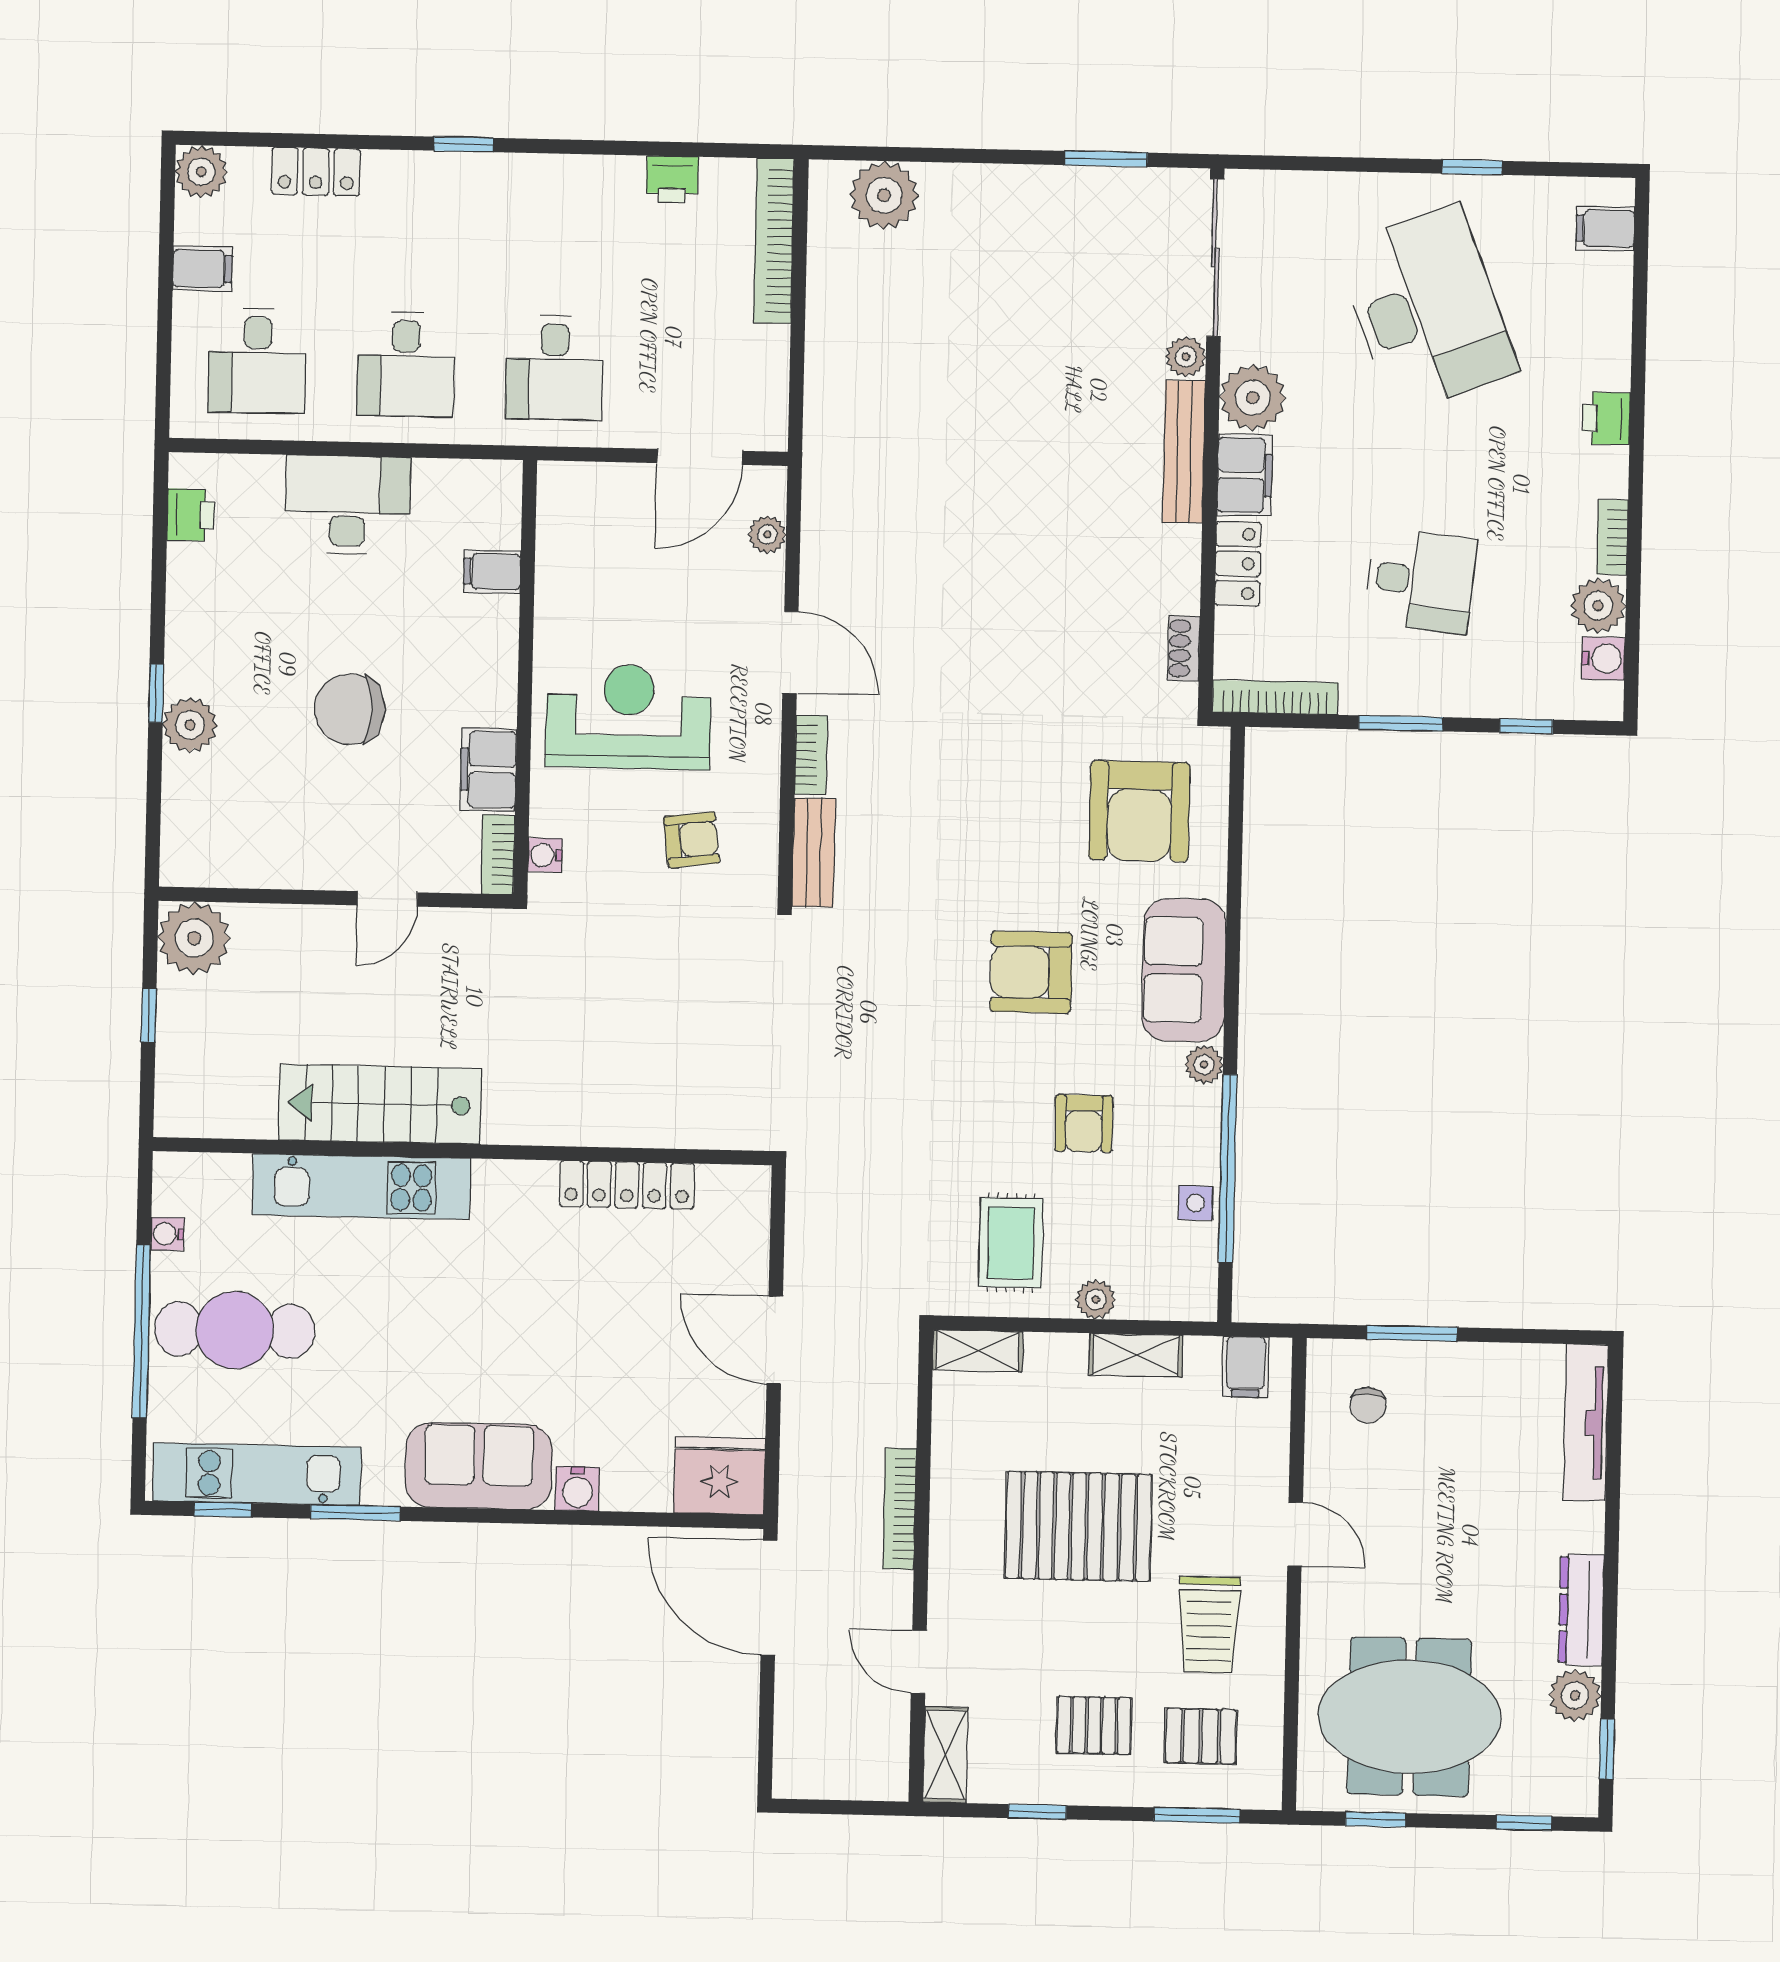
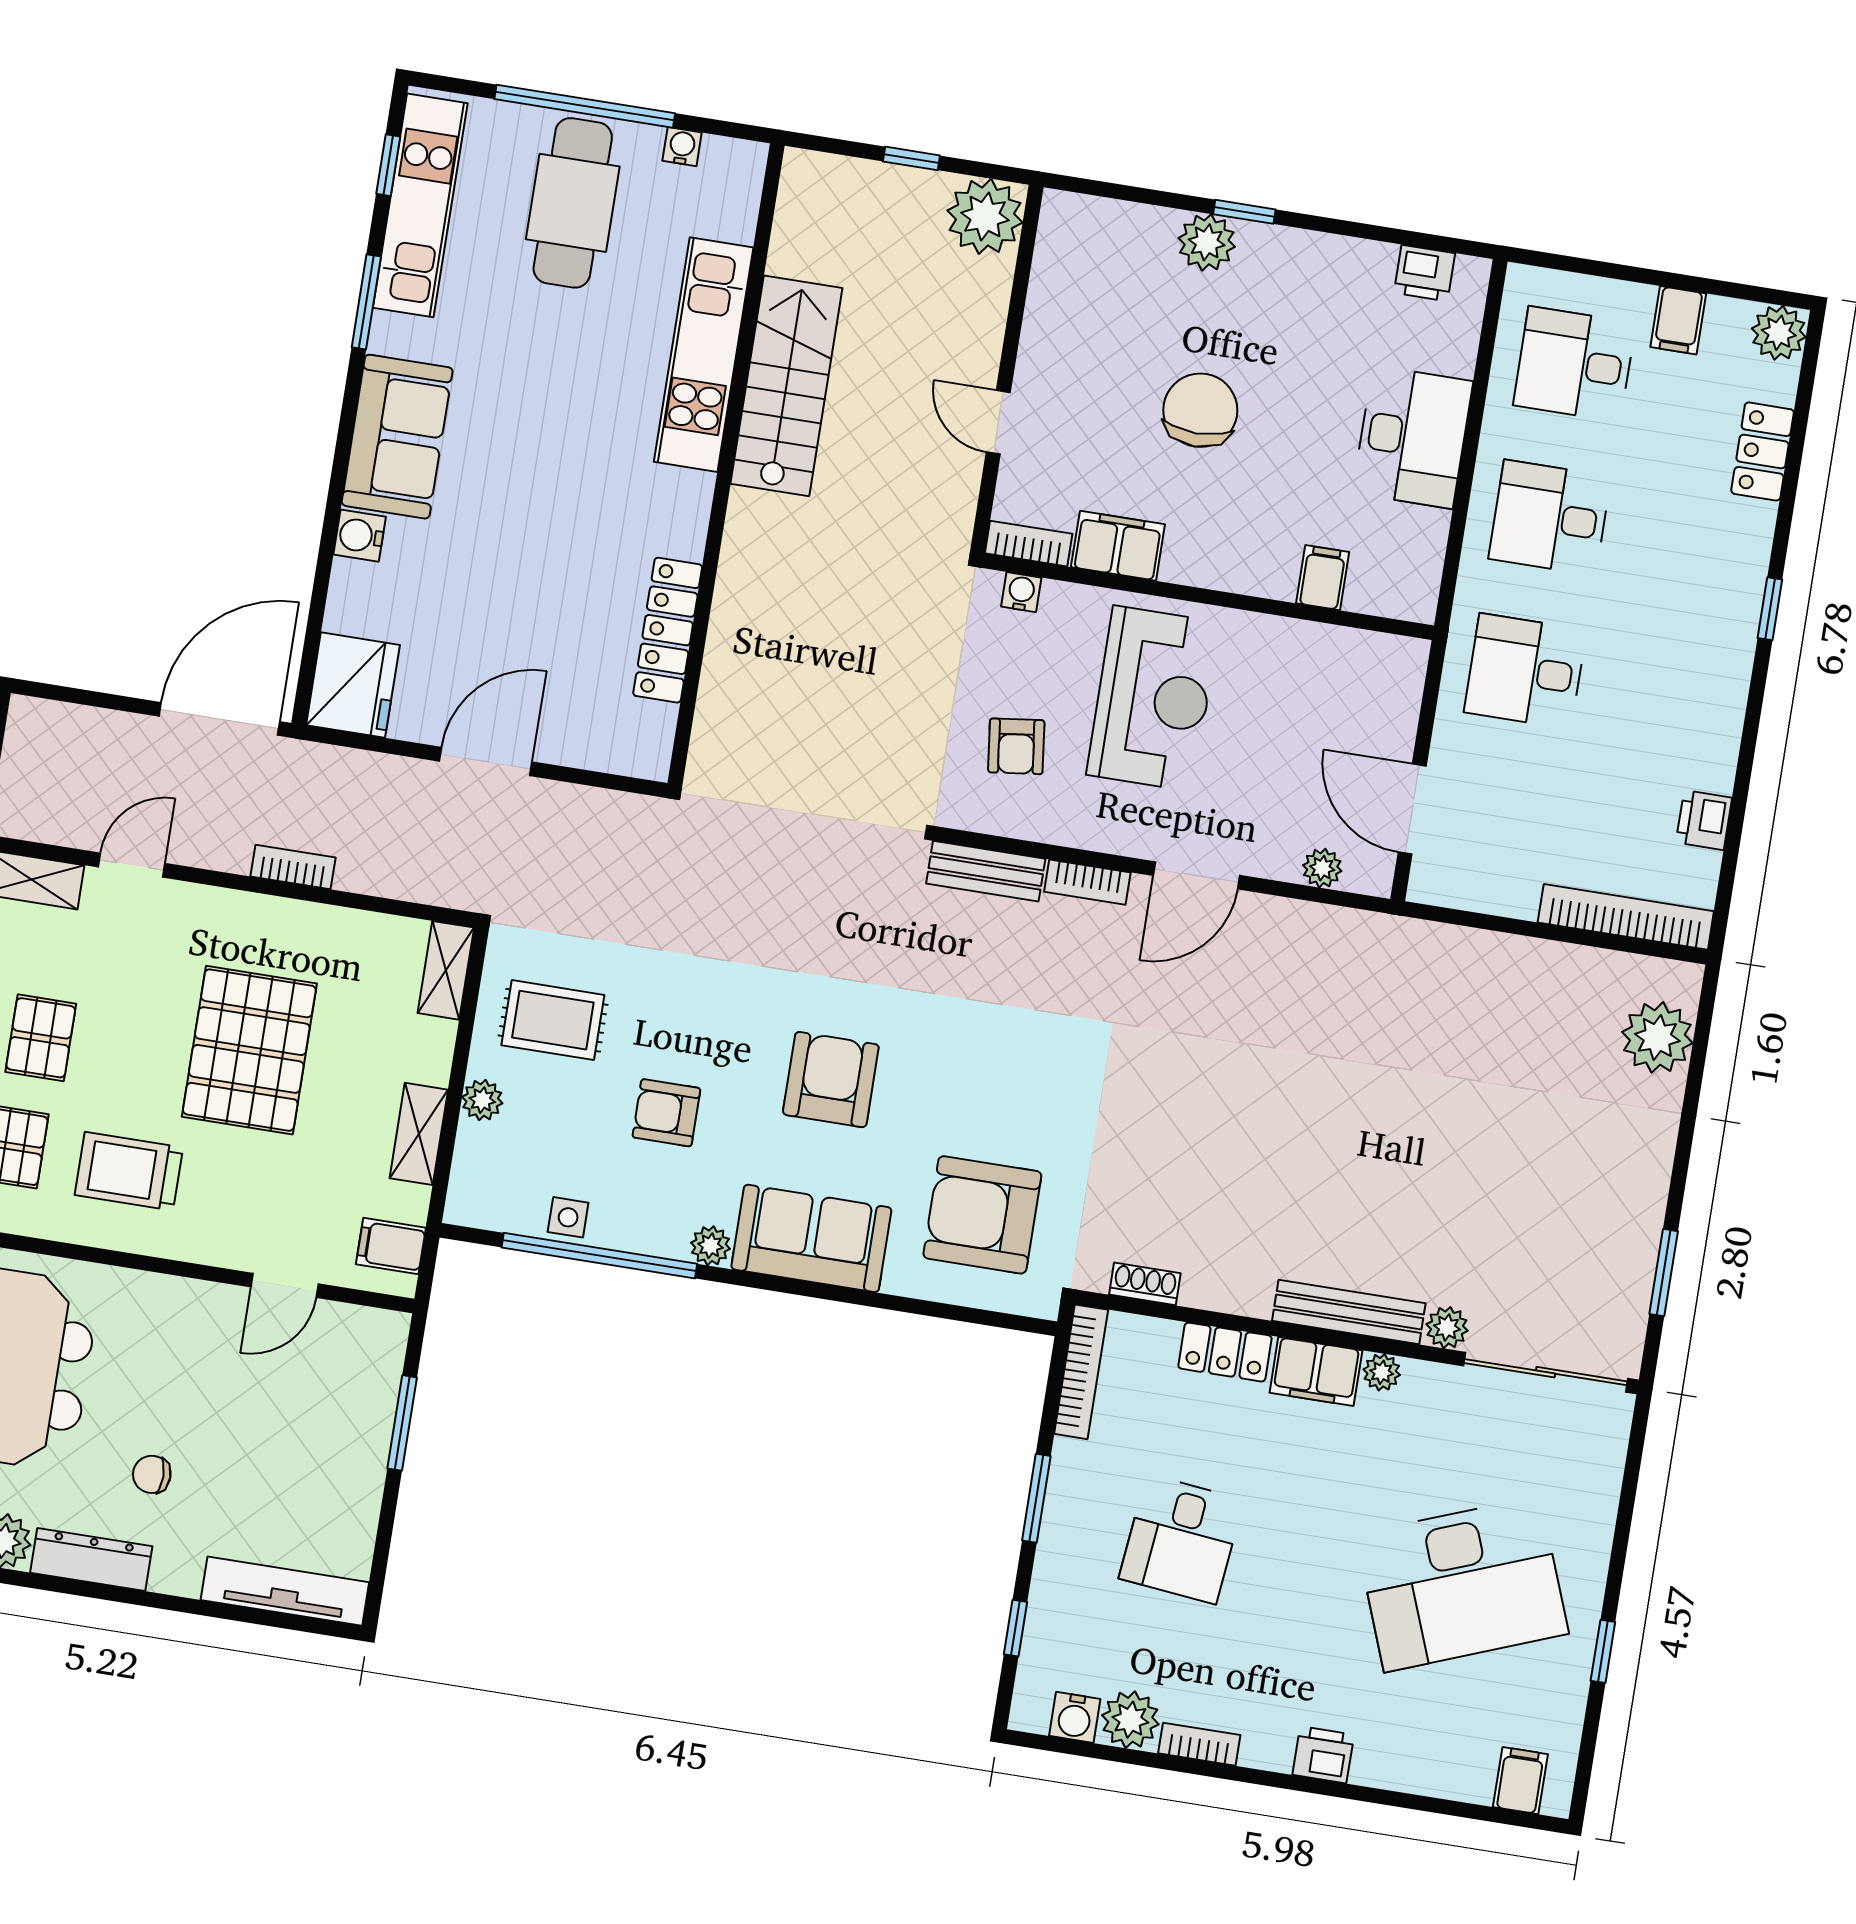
plant: (1253, 398) -> (1382, 1372), width x0.53, depth x0.53
chair: (1368, 1405) -> (152, 1474), moved
bookcase: (900, 1509) -> (293, 867), width x0.64
door: (1295, 1534) -> (285, 1285), moved

